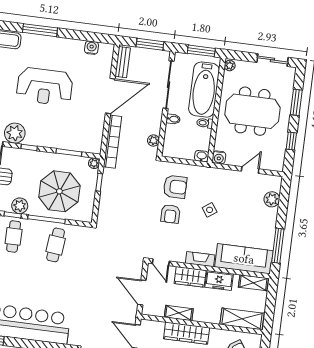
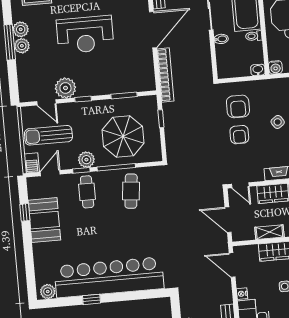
plant: (153, 140) -> (206, 65), removed
plant: (94, 163) -> (152, 101), removed
armchair: (175, 187) -> (238, 106), turned 90

